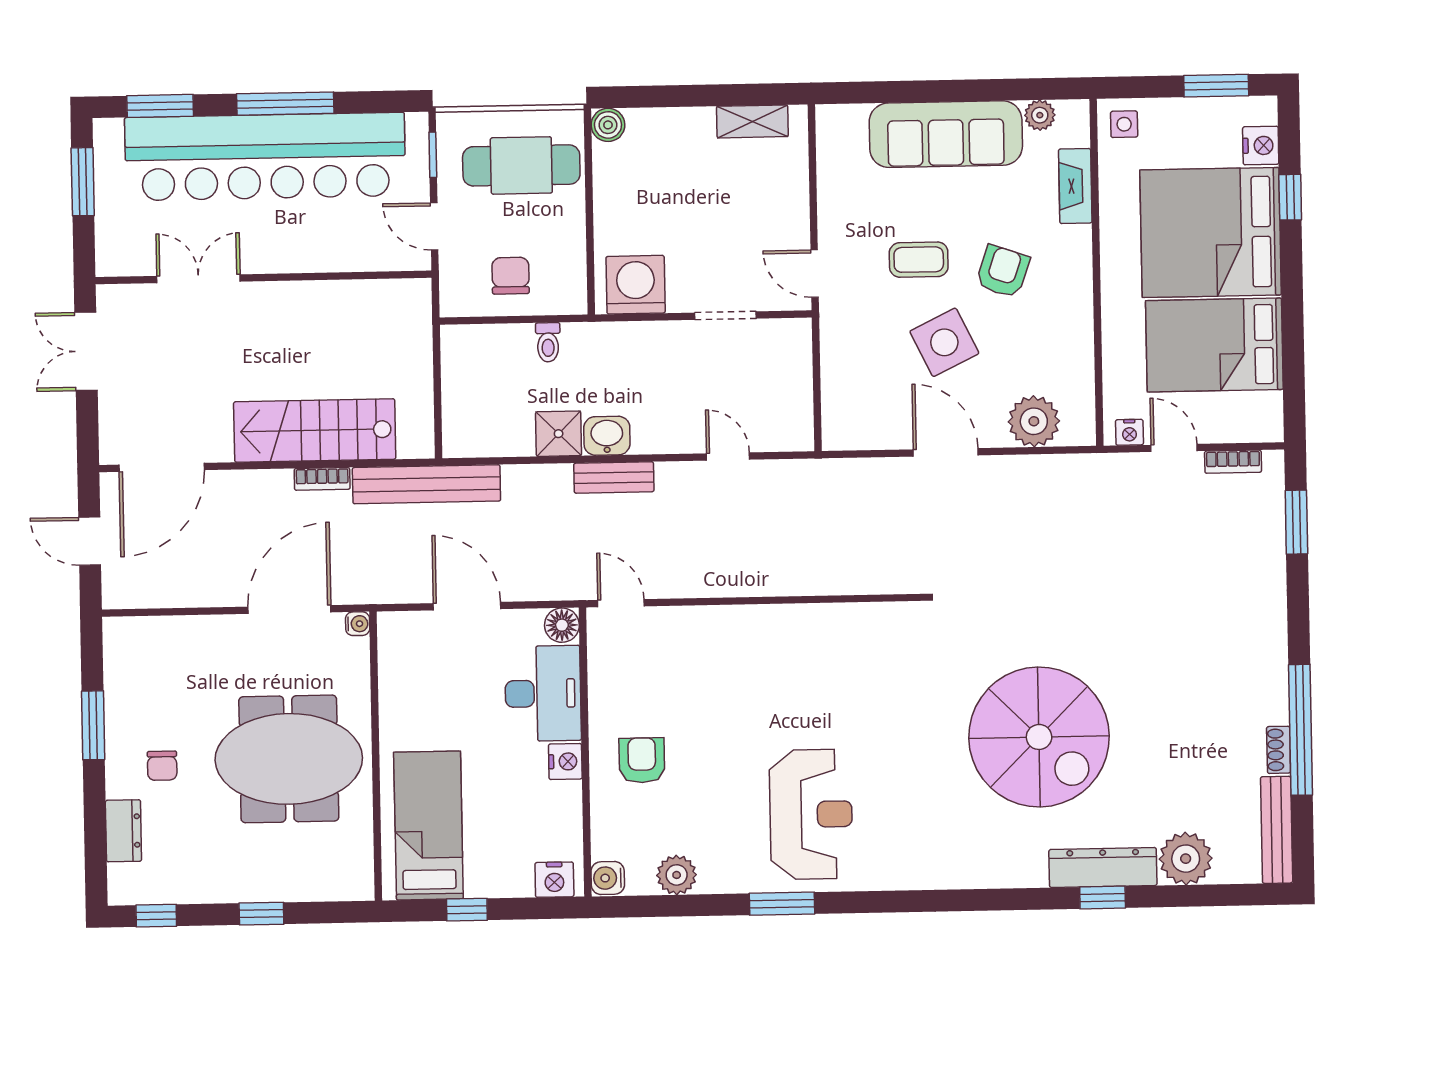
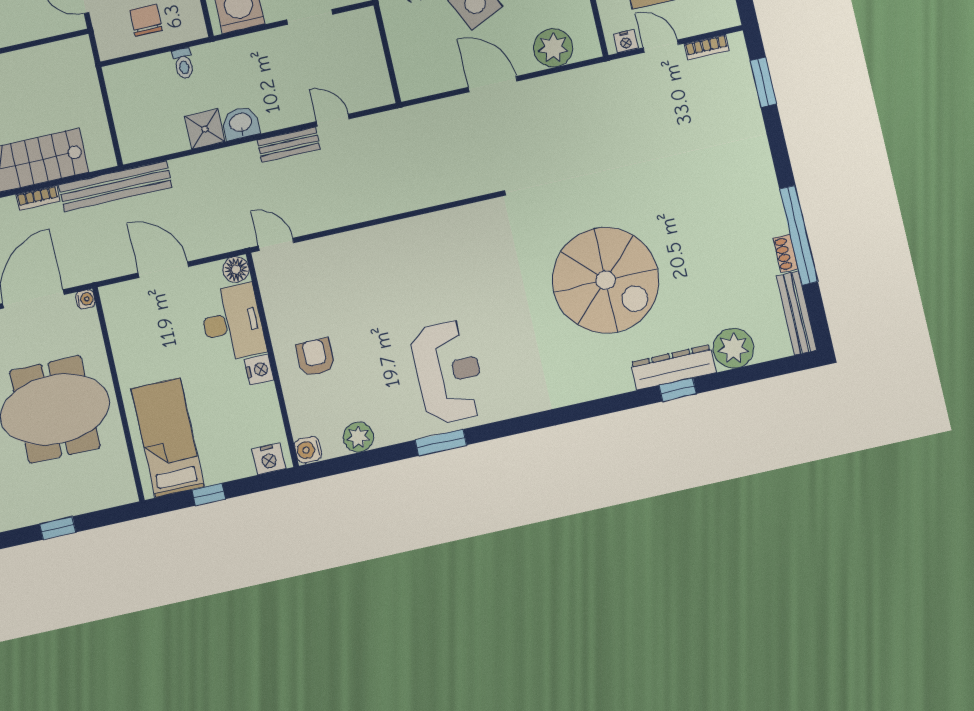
bench: (614, 477) -> (289, 145), moved

